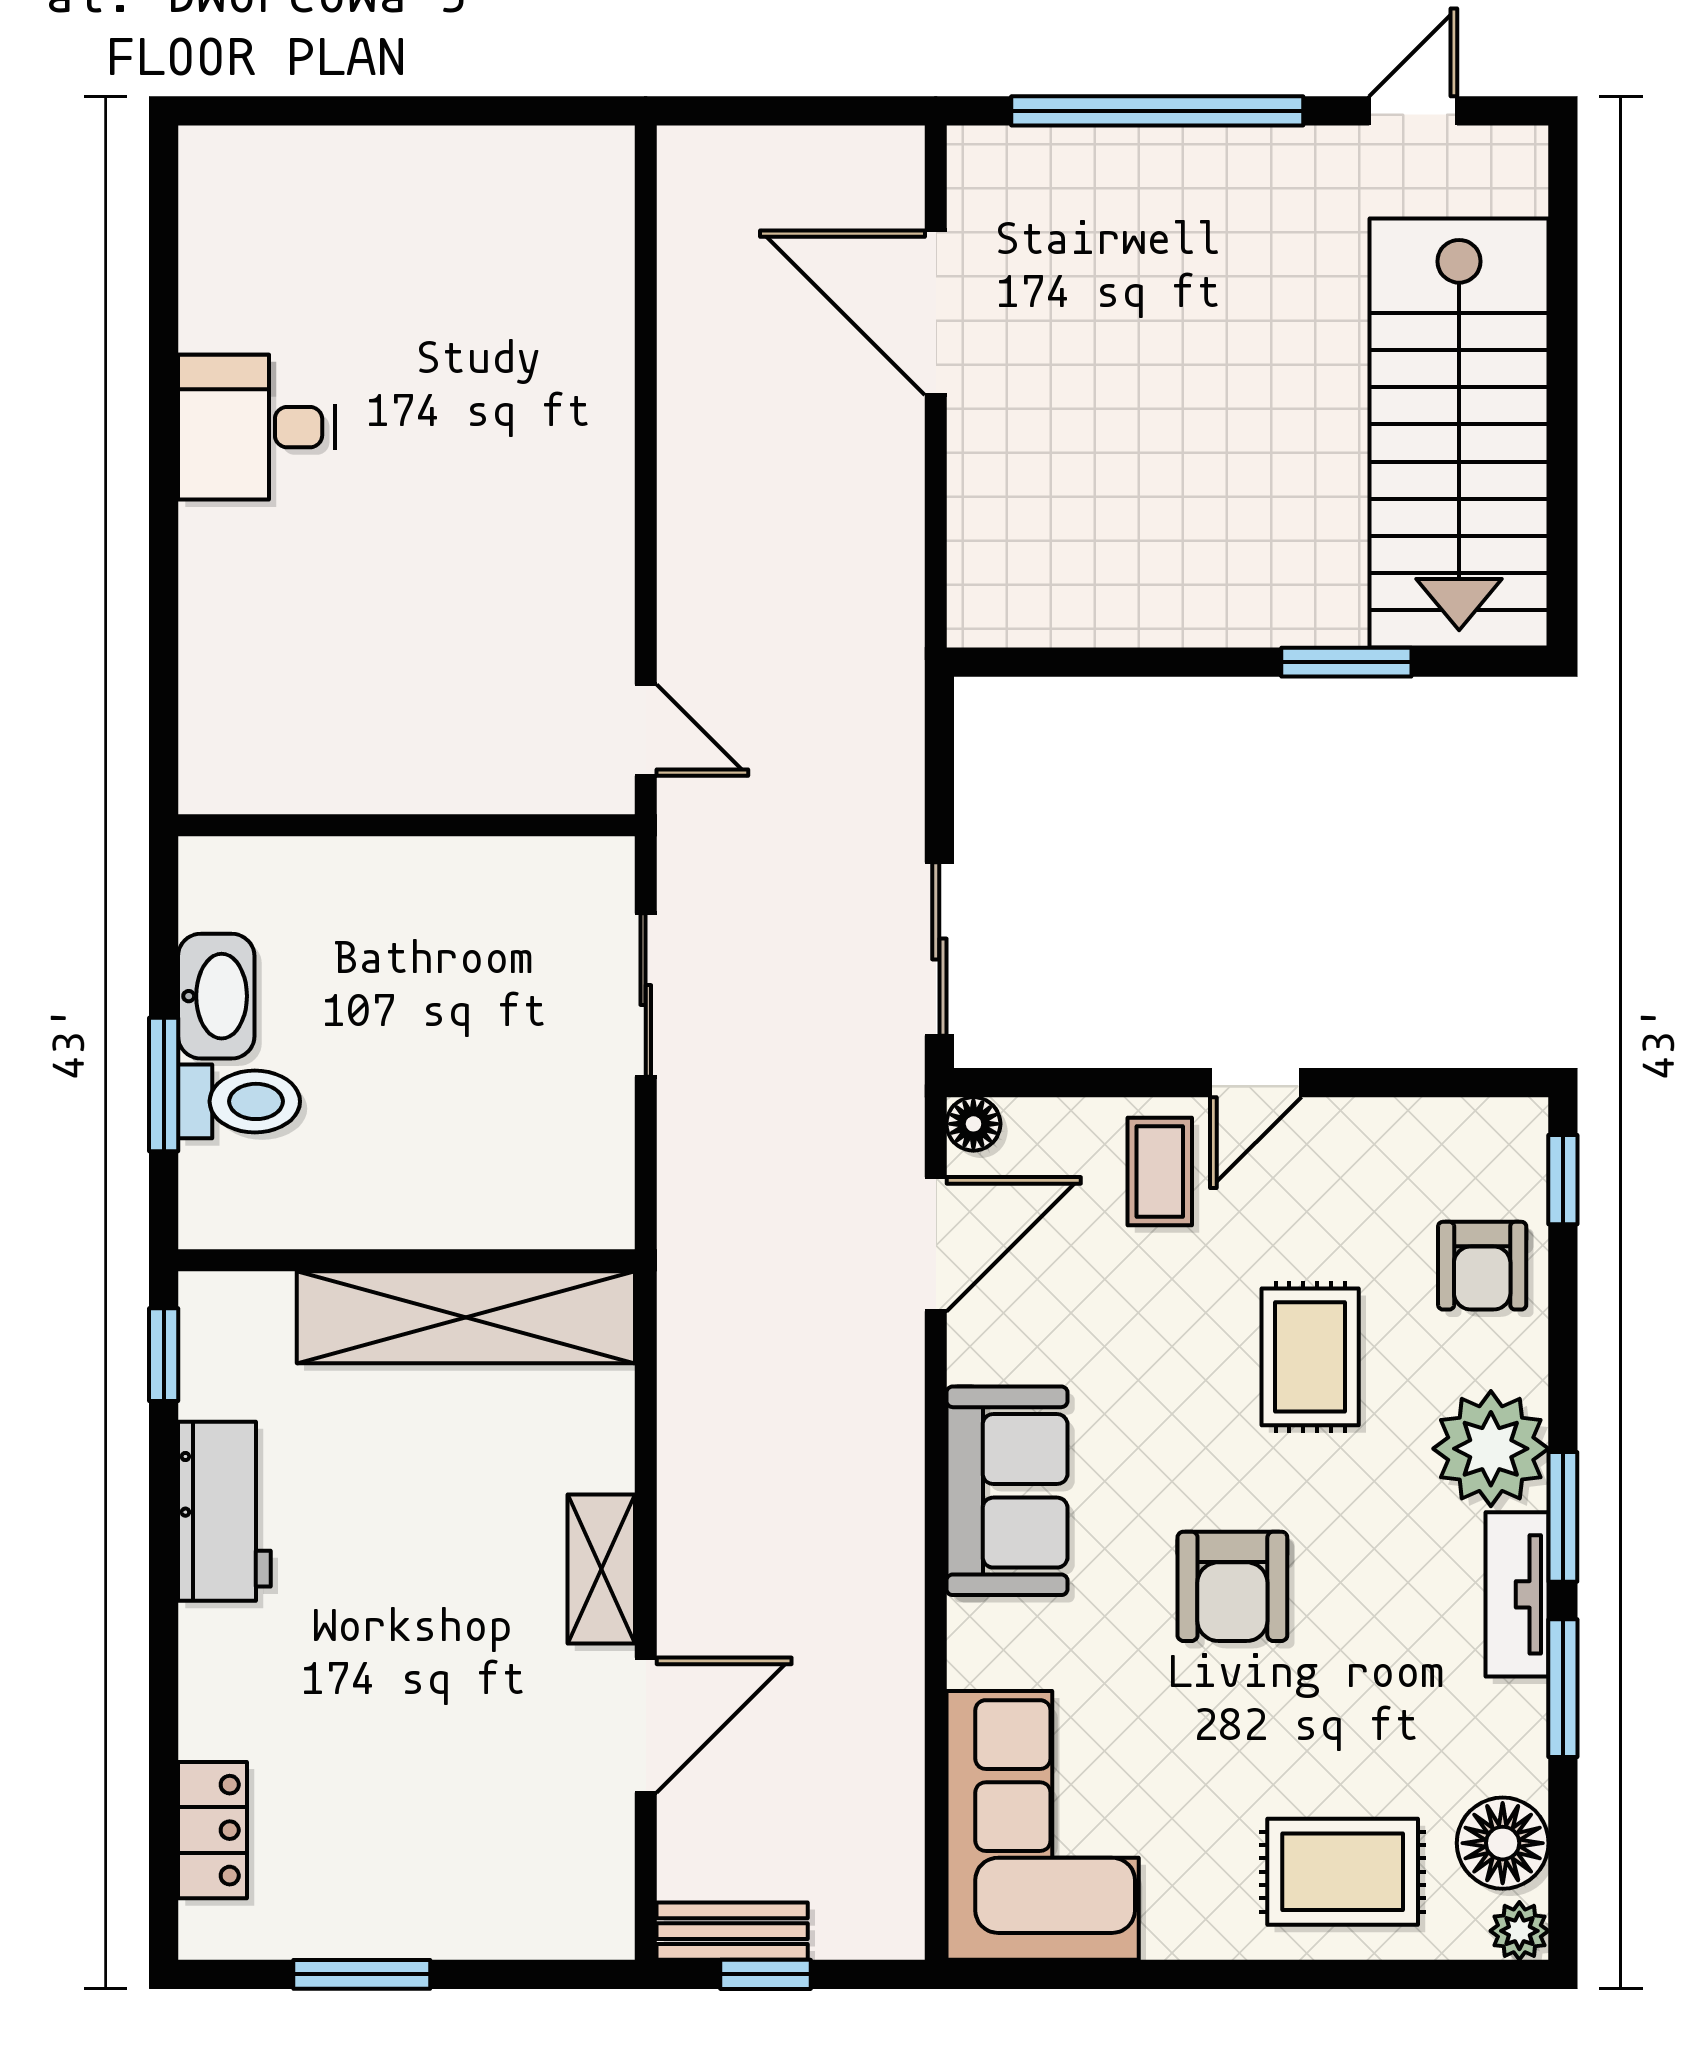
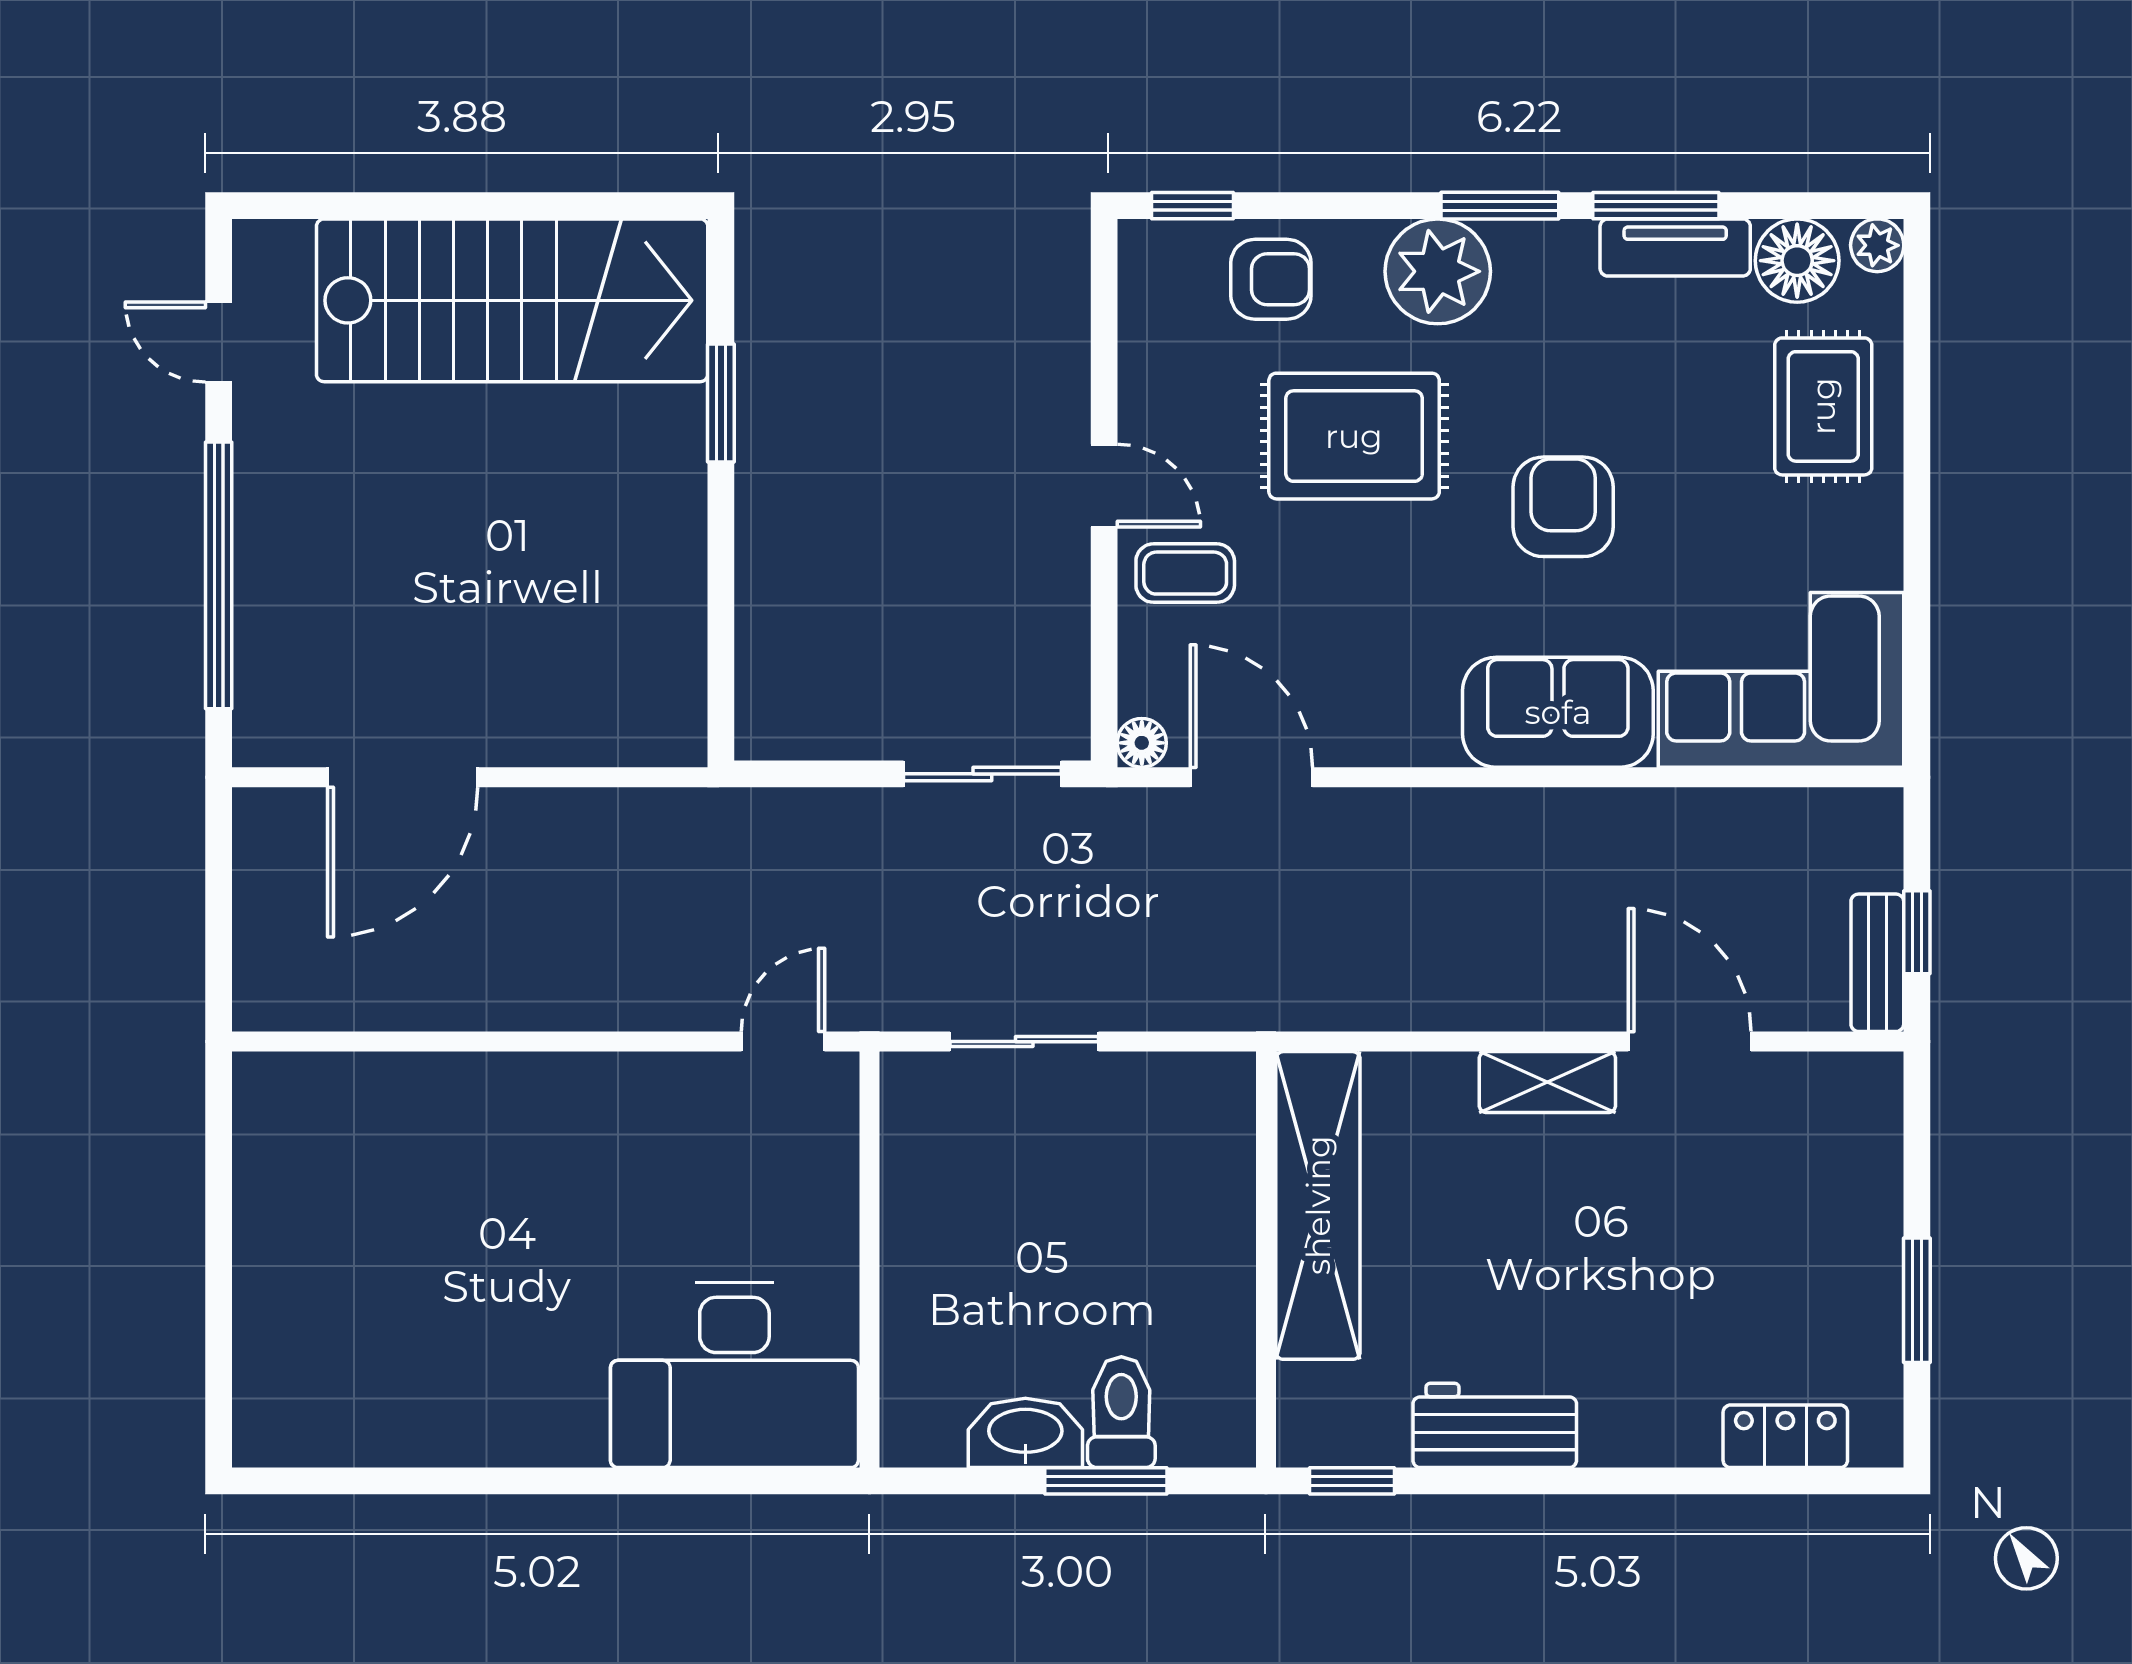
desk: (256, 427) -> (734, 1375), moved, width x1.87, depth x1.30
rug: (1310, 1357) -> (1354, 436), width x1.36, depth x1.43
sofa: (1007, 1491) -> (1558, 712), moved
armchair: (1232, 1586) -> (1563, 507), turned -90
tv unit: (1517, 1594) -> (1675, 247), moved

